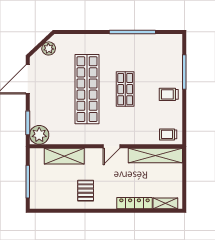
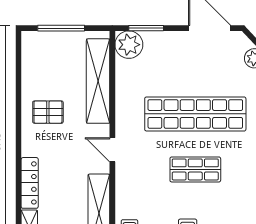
shelving: (64, 156) -> (98, 81), width x1.47

